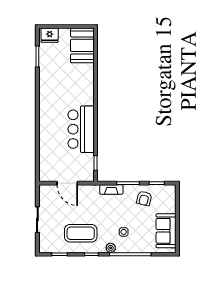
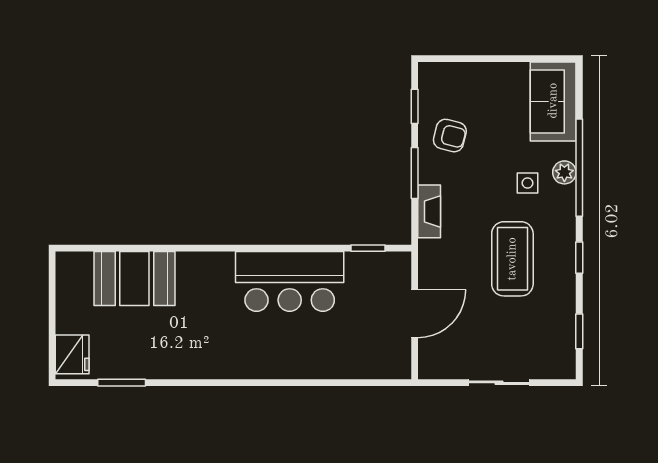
booth: (82, 45) -> (134, 278), moved
sofa: (166, 231) -> (553, 101), moved, turned 90
coffee table: (81, 233) -> (512, 259), moved
plant: (111, 248) -> (564, 172), moved

